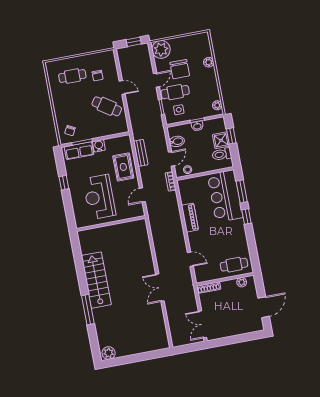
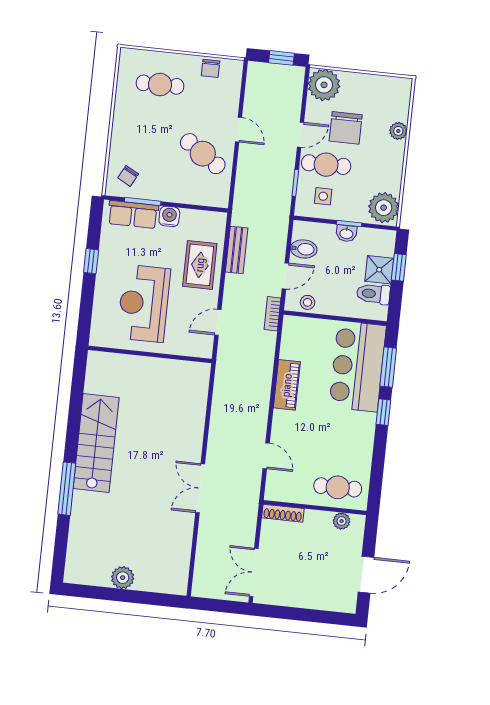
chair: (98, 76) -> (211, 68), moved
plant: (217, 105) -> (384, 208), width x1.88, depth x1.88
plant: (109, 353) -> (123, 578), moved

